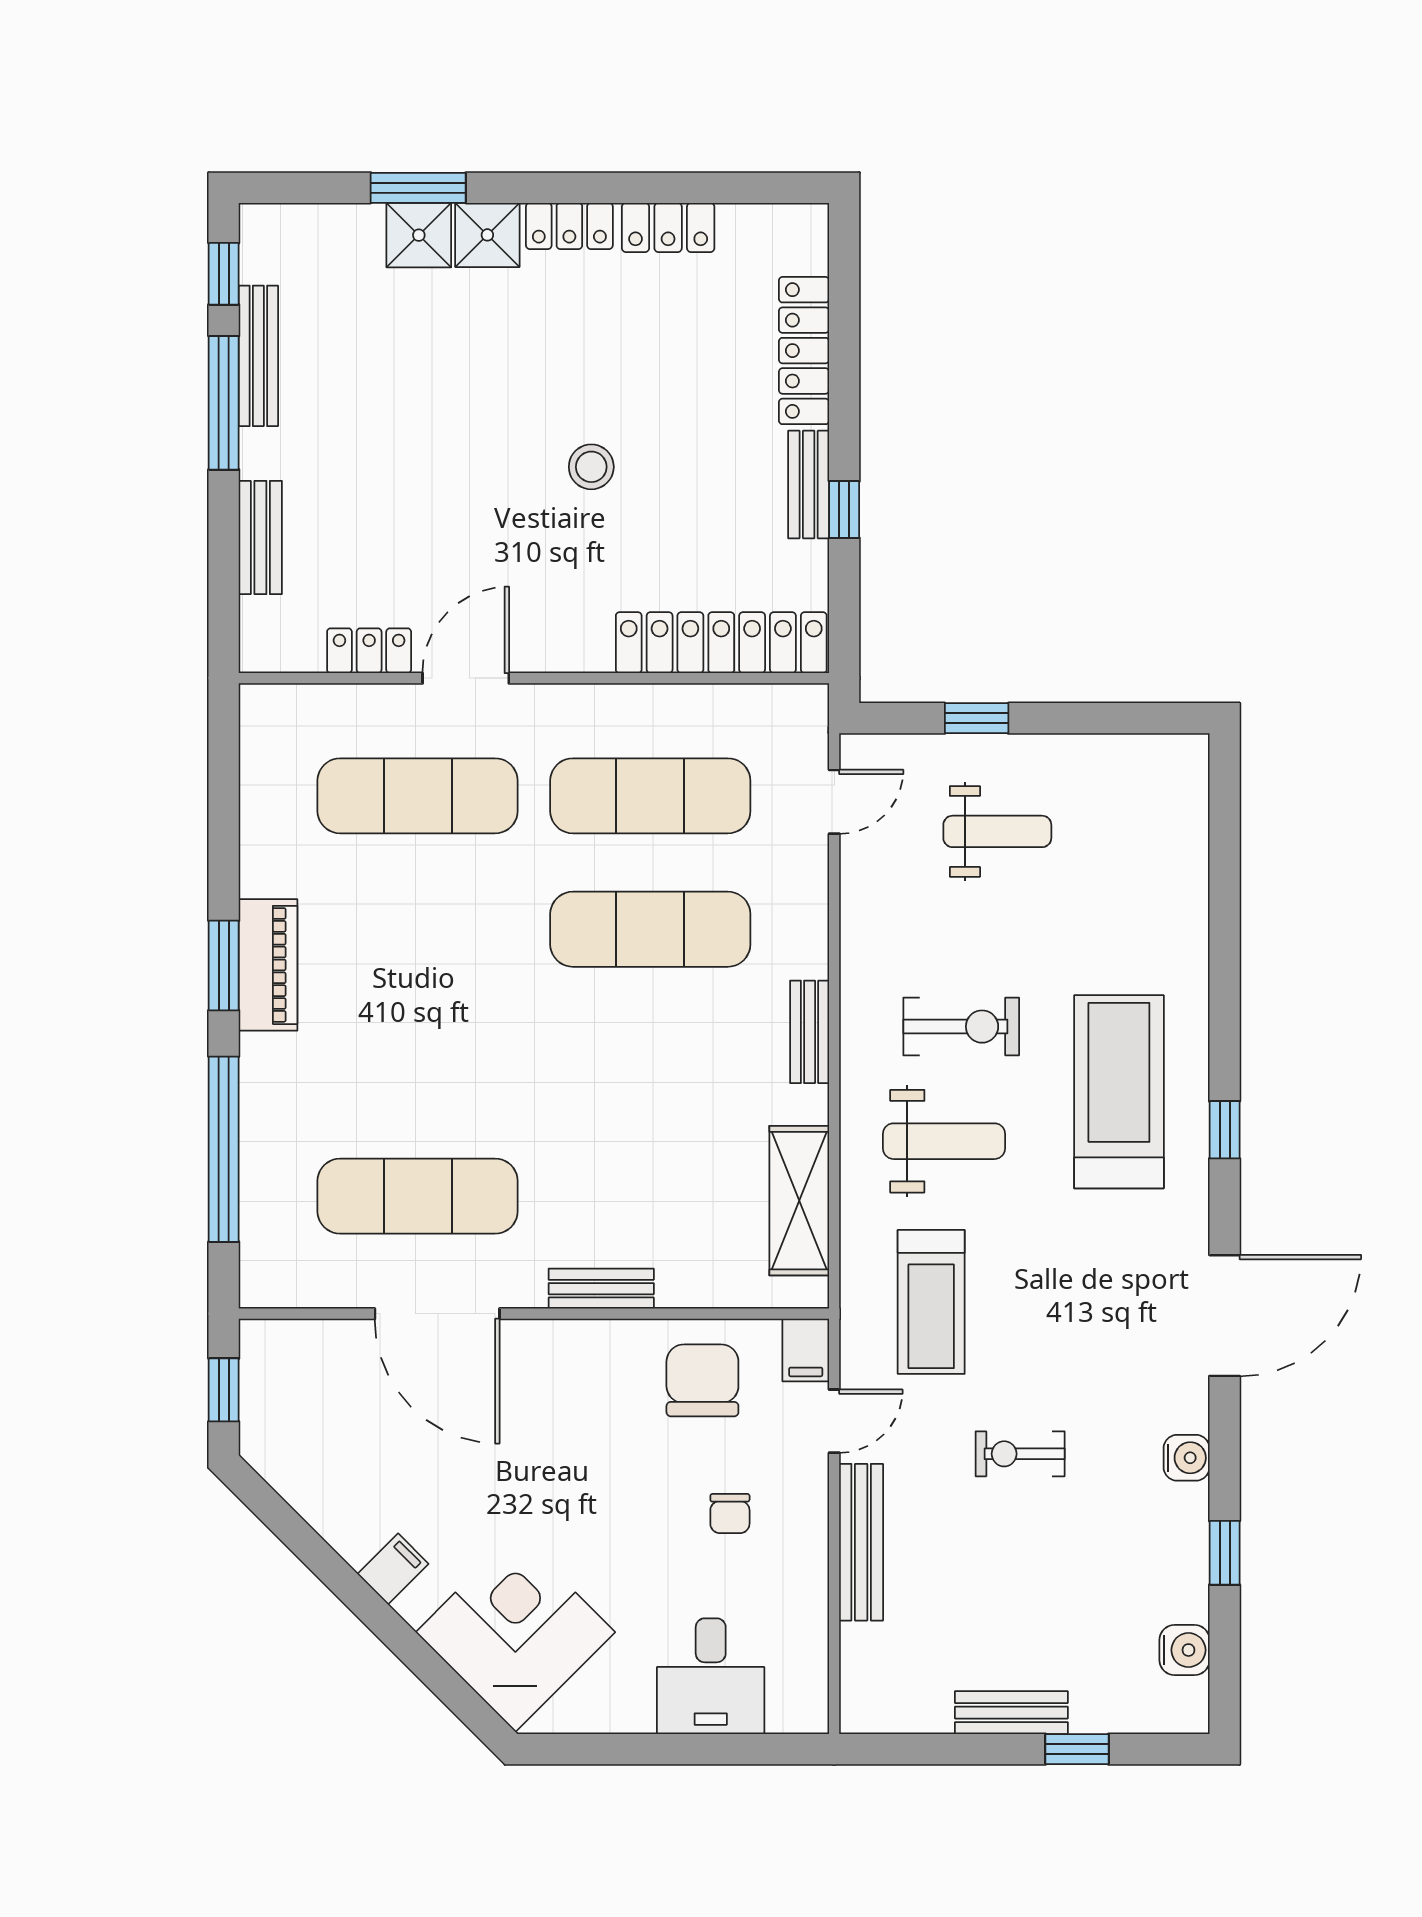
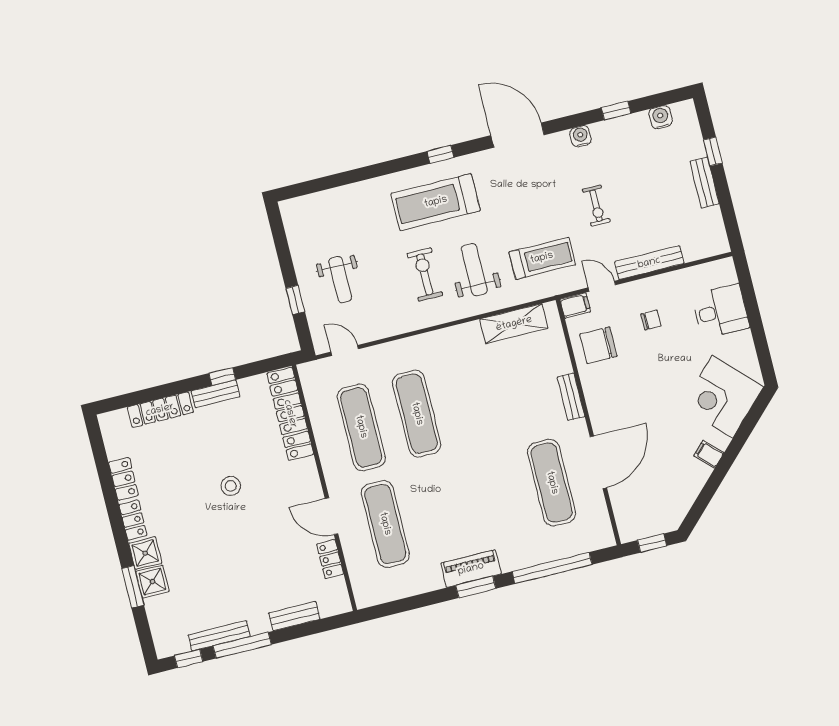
weight bench: (997, 831) -> (340, 280), turned 180
bench: (810, 1032) -> (443, 337), removed

